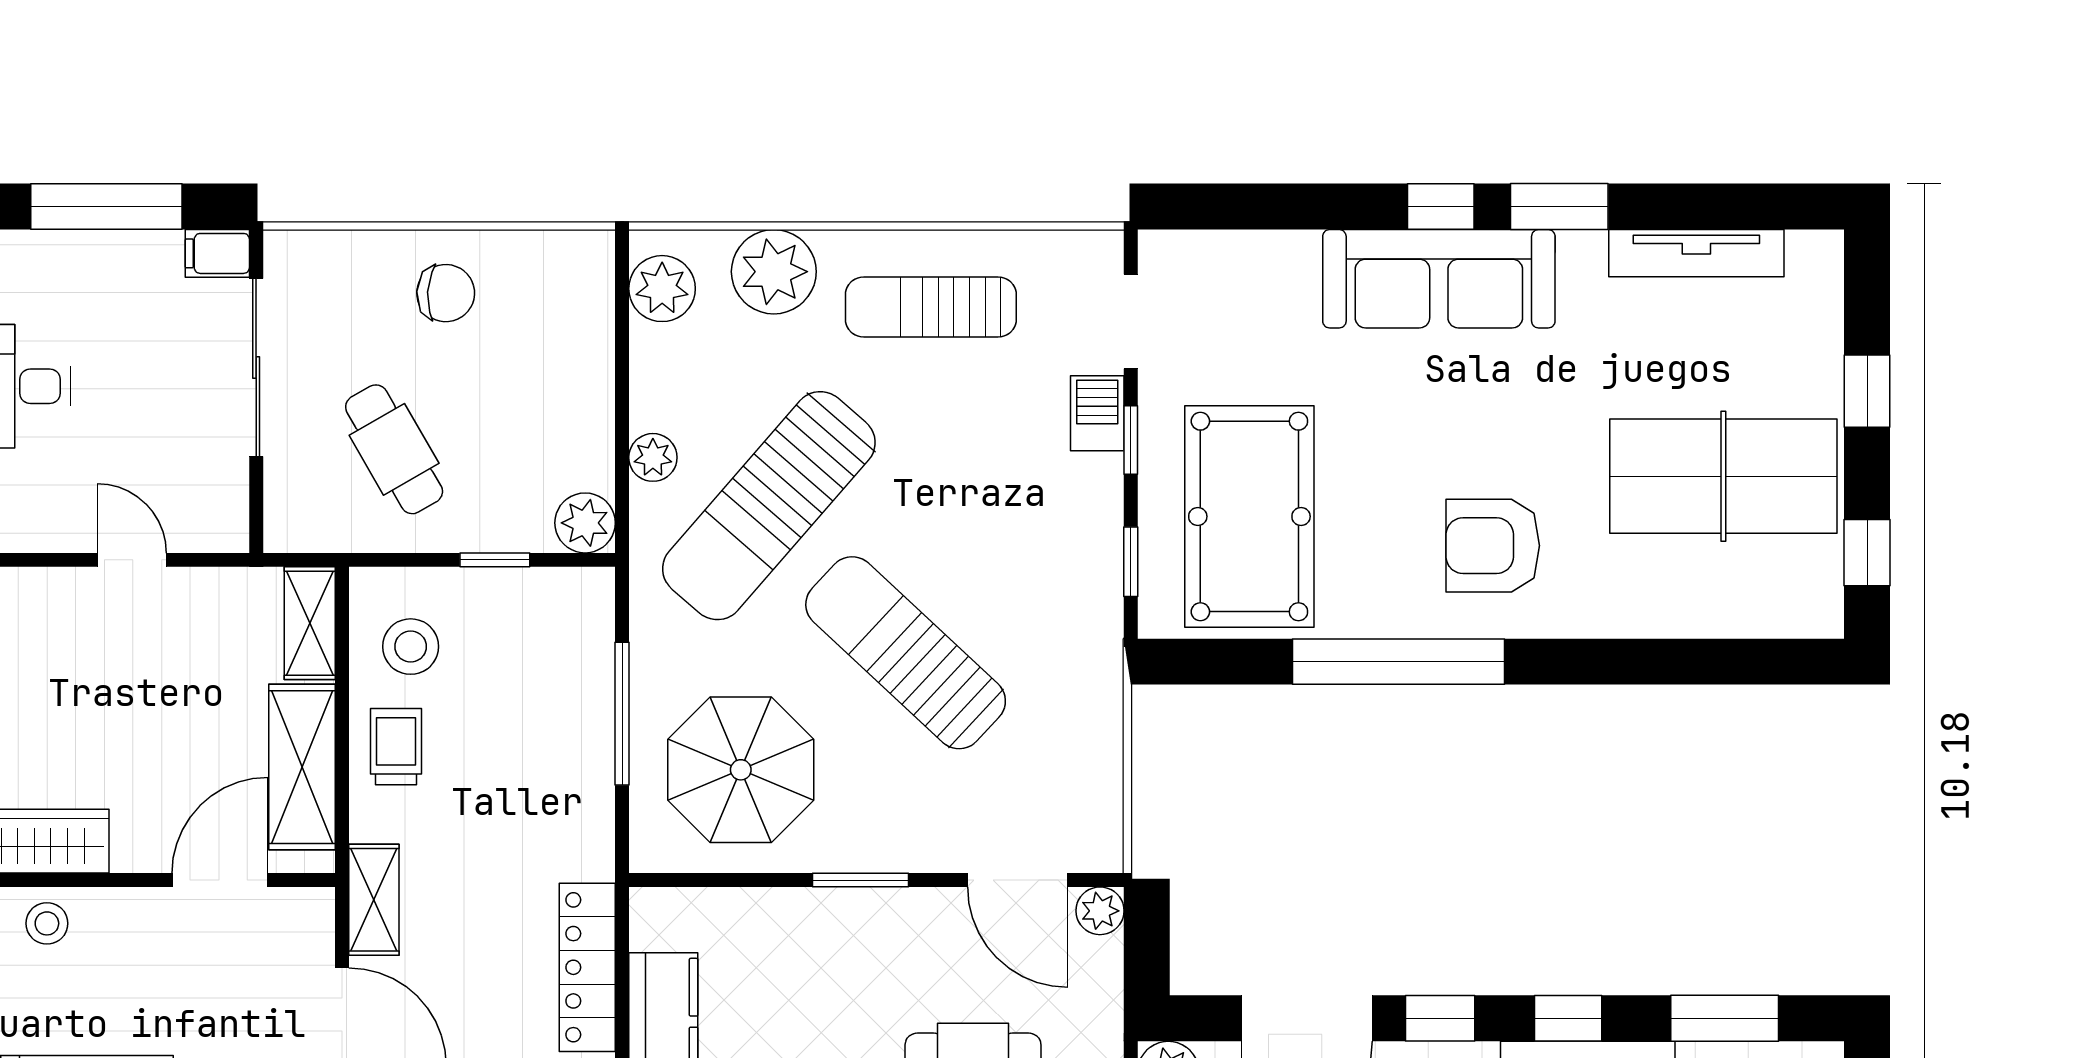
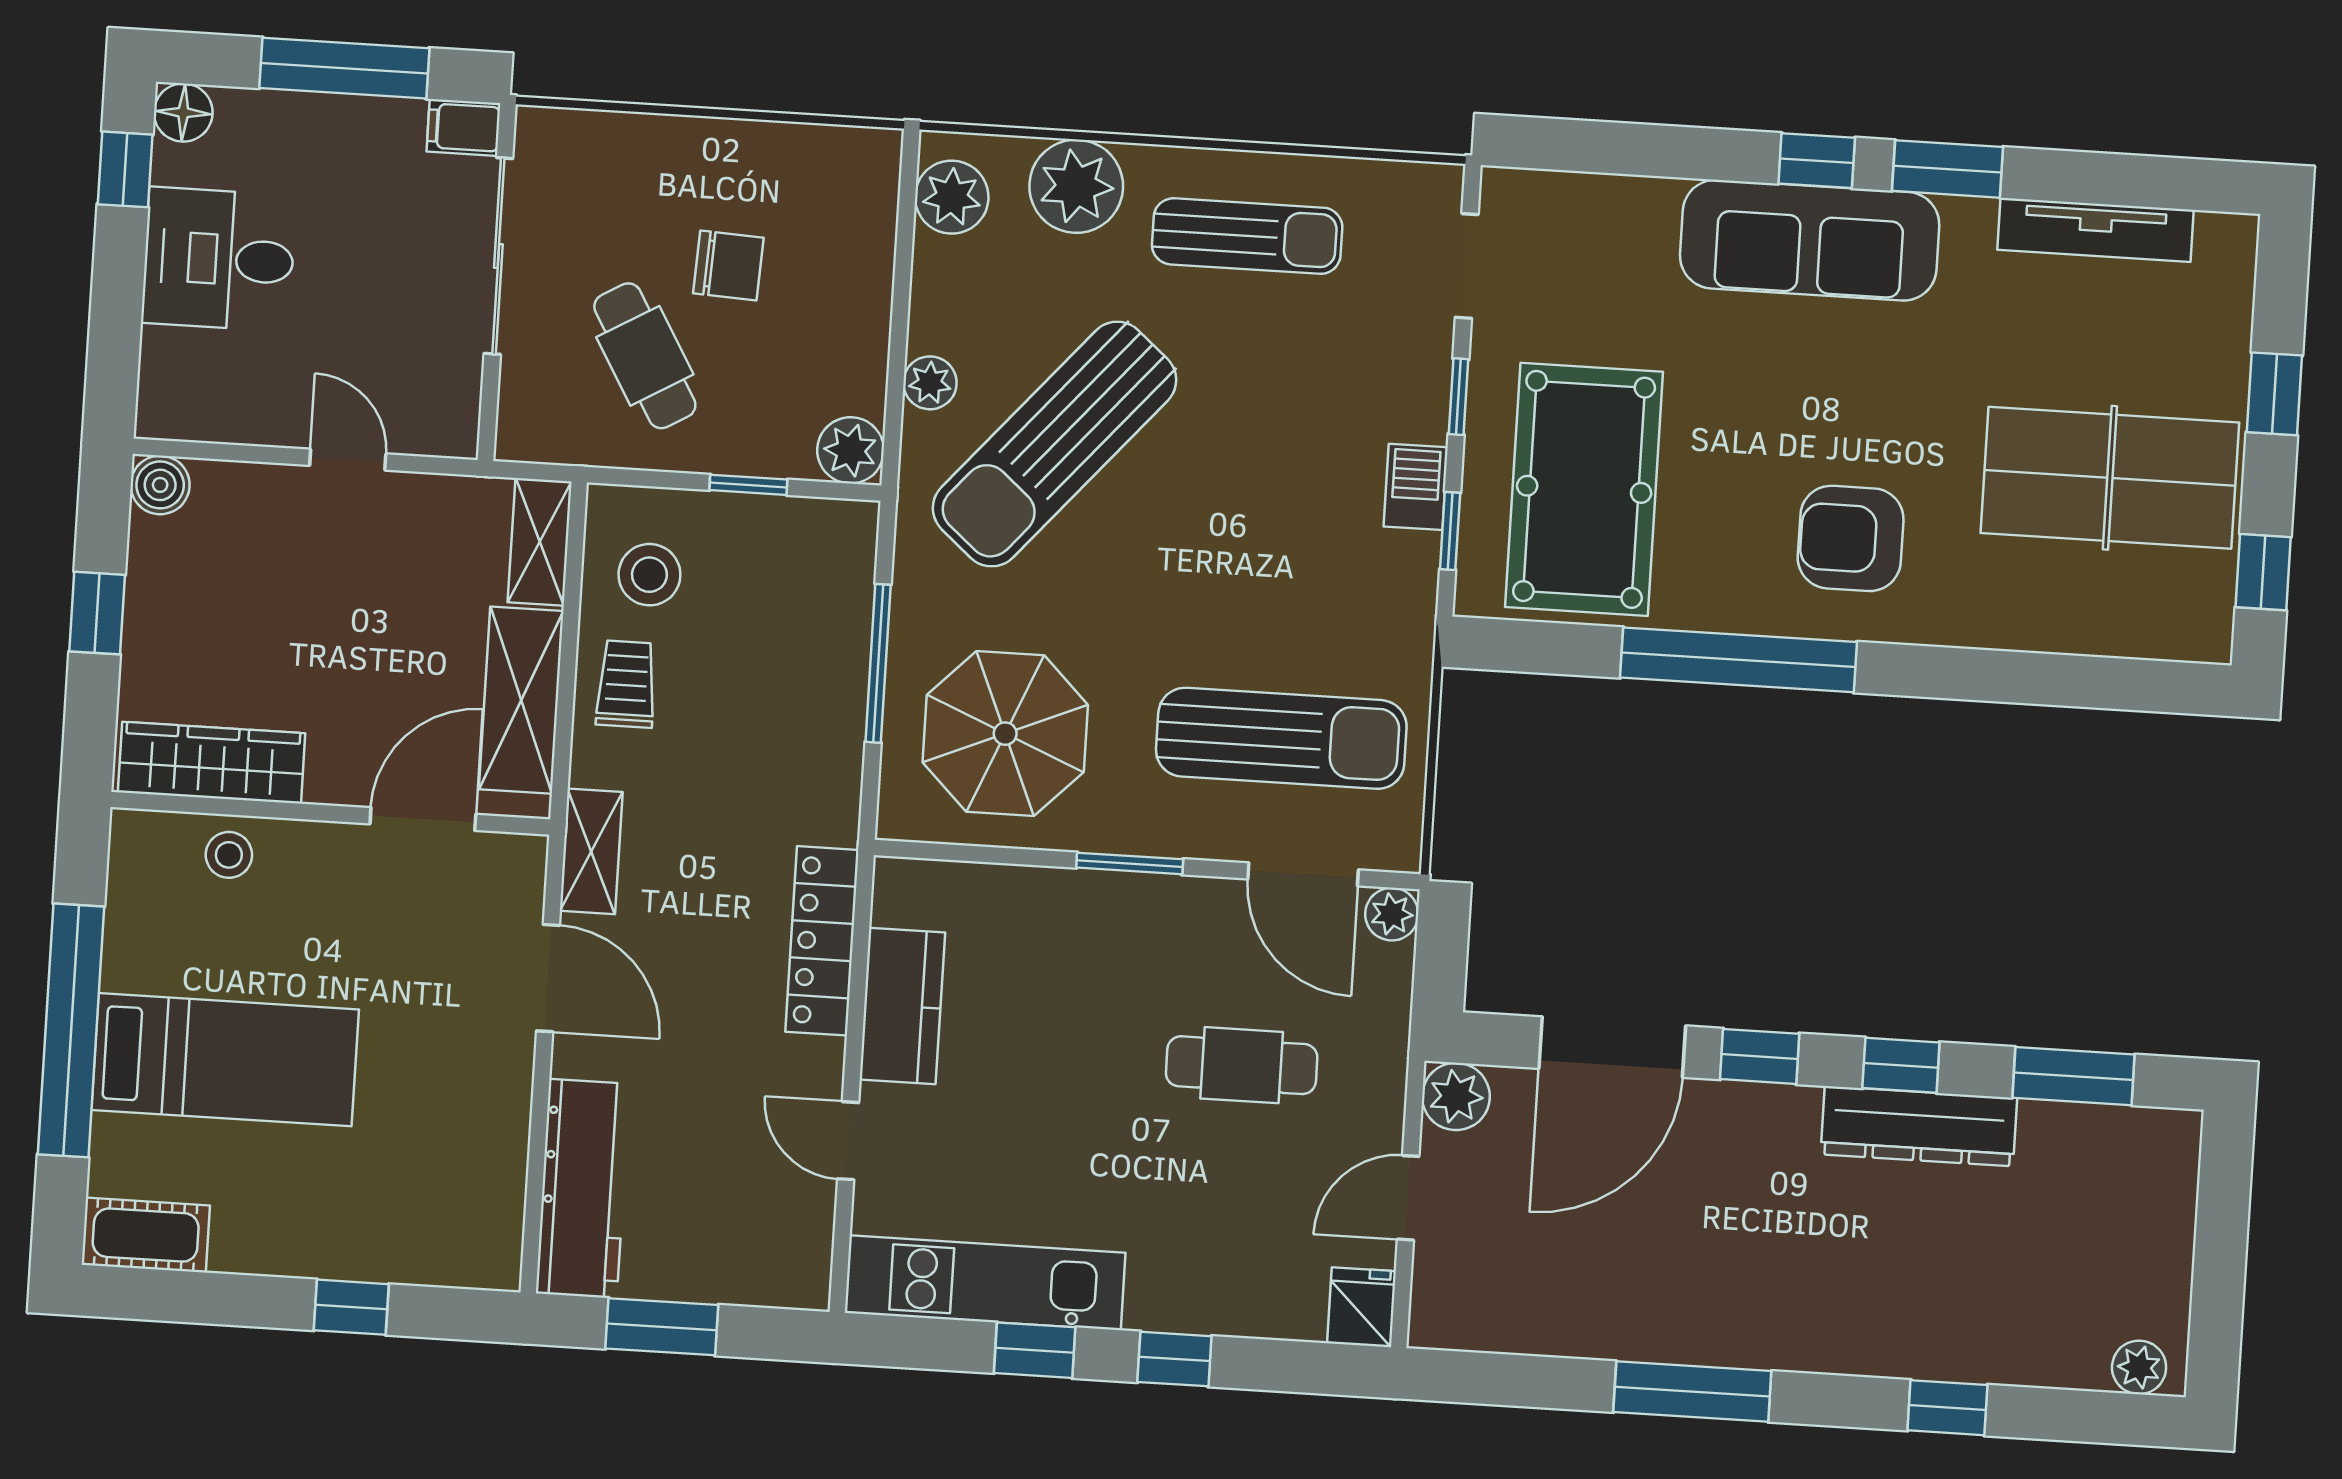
chair: (446, 293) -> (728, 266), moved
sun lounger: (931, 307) -> (1247, 236), turned 180
barbecue: (1097, 413) -> (1416, 487), moved
sun lounger: (906, 653) -> (1281, 738), moved, turned 137

